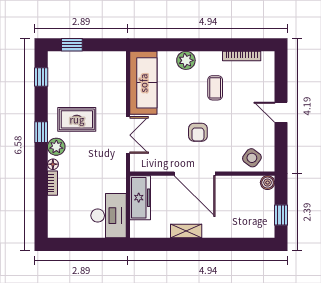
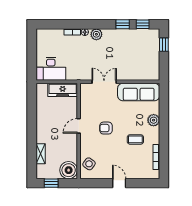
door: (281, 112) -> (119, 183), hinge flipped
rug: (77, 119) -> (114, 48), removed
window: (41, 132) -> (123, 24), moved
double door: (128, 135) -> (104, 82), swing flipped
door: (195, 174) -> (79, 126), width x0.53
boiler: (268, 183) -> (69, 170), width x1.86, depth x1.86
shelving: (186, 231) -> (41, 154), moved

